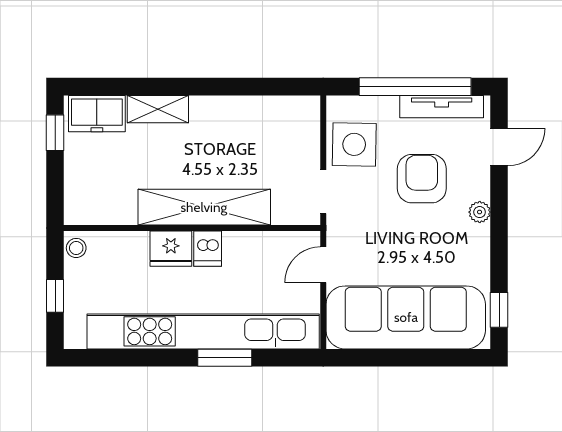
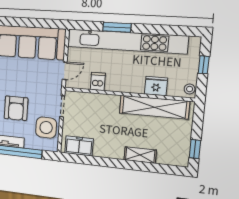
freezer: (97, 114) -> (79, 146), moved
shelving: (204, 207) -> (154, 107), moved
fridge: (171, 249) -> (156, 86), moved
dishwasher: (208, 249) -> (98, 81), moved

